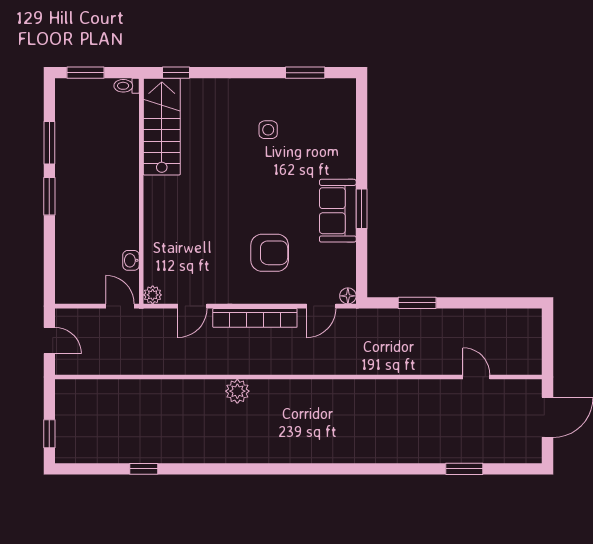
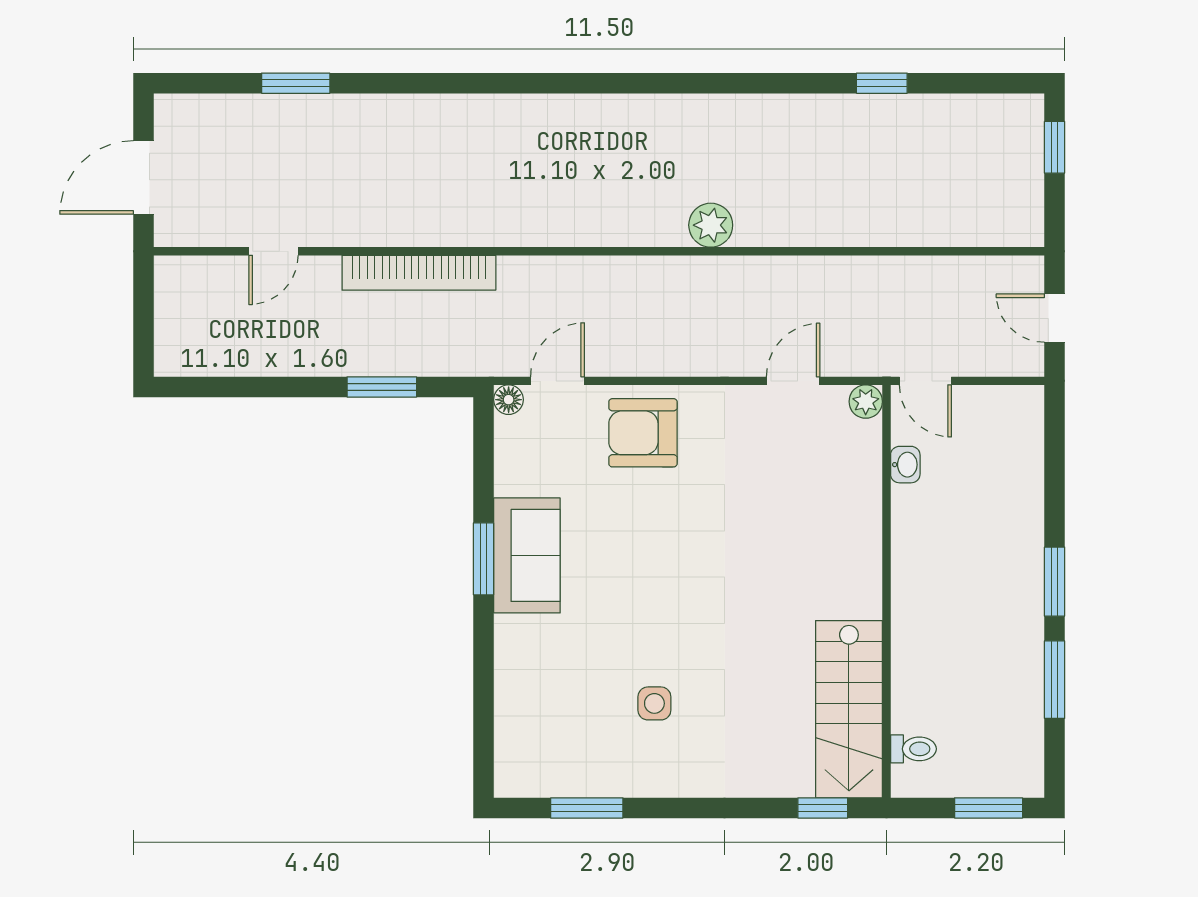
toilet: (127, 86) -> (913, 749), moved
armchair: (270, 253) -> (643, 433), moved
bookcase: (255, 318) -> (419, 273), moved, turned 180
door: (476, 377) -> (273, 251), hinge flipped

